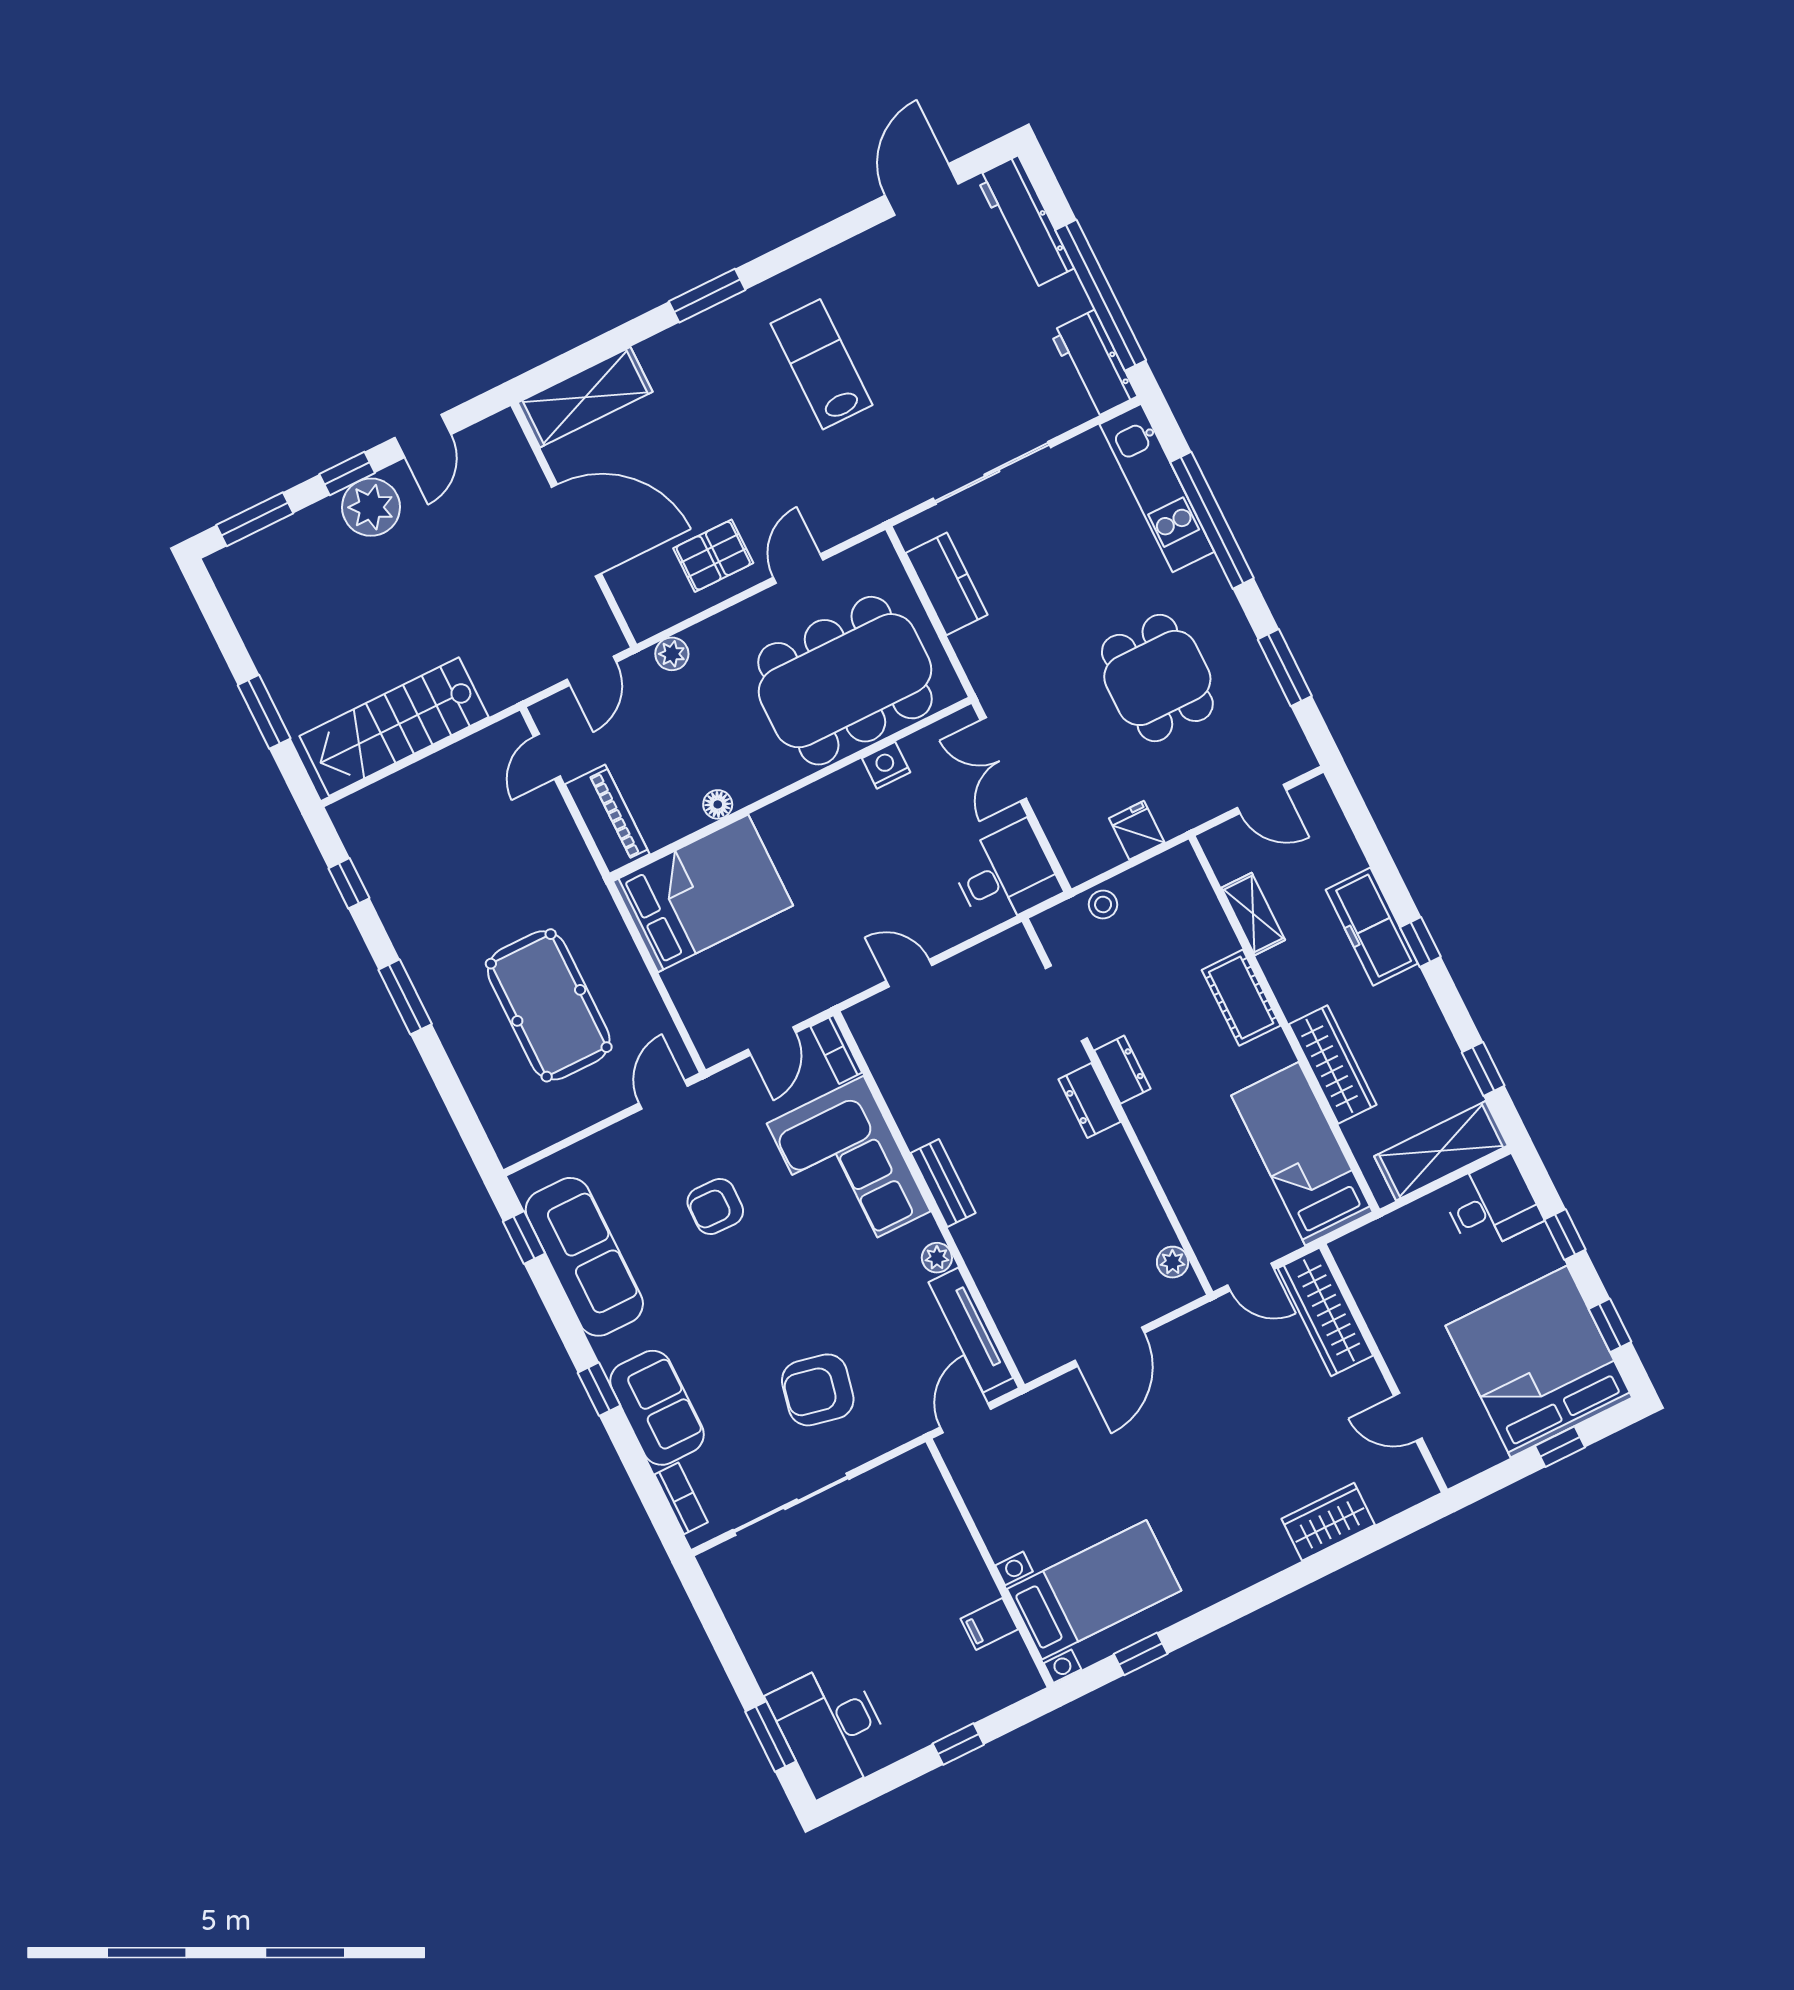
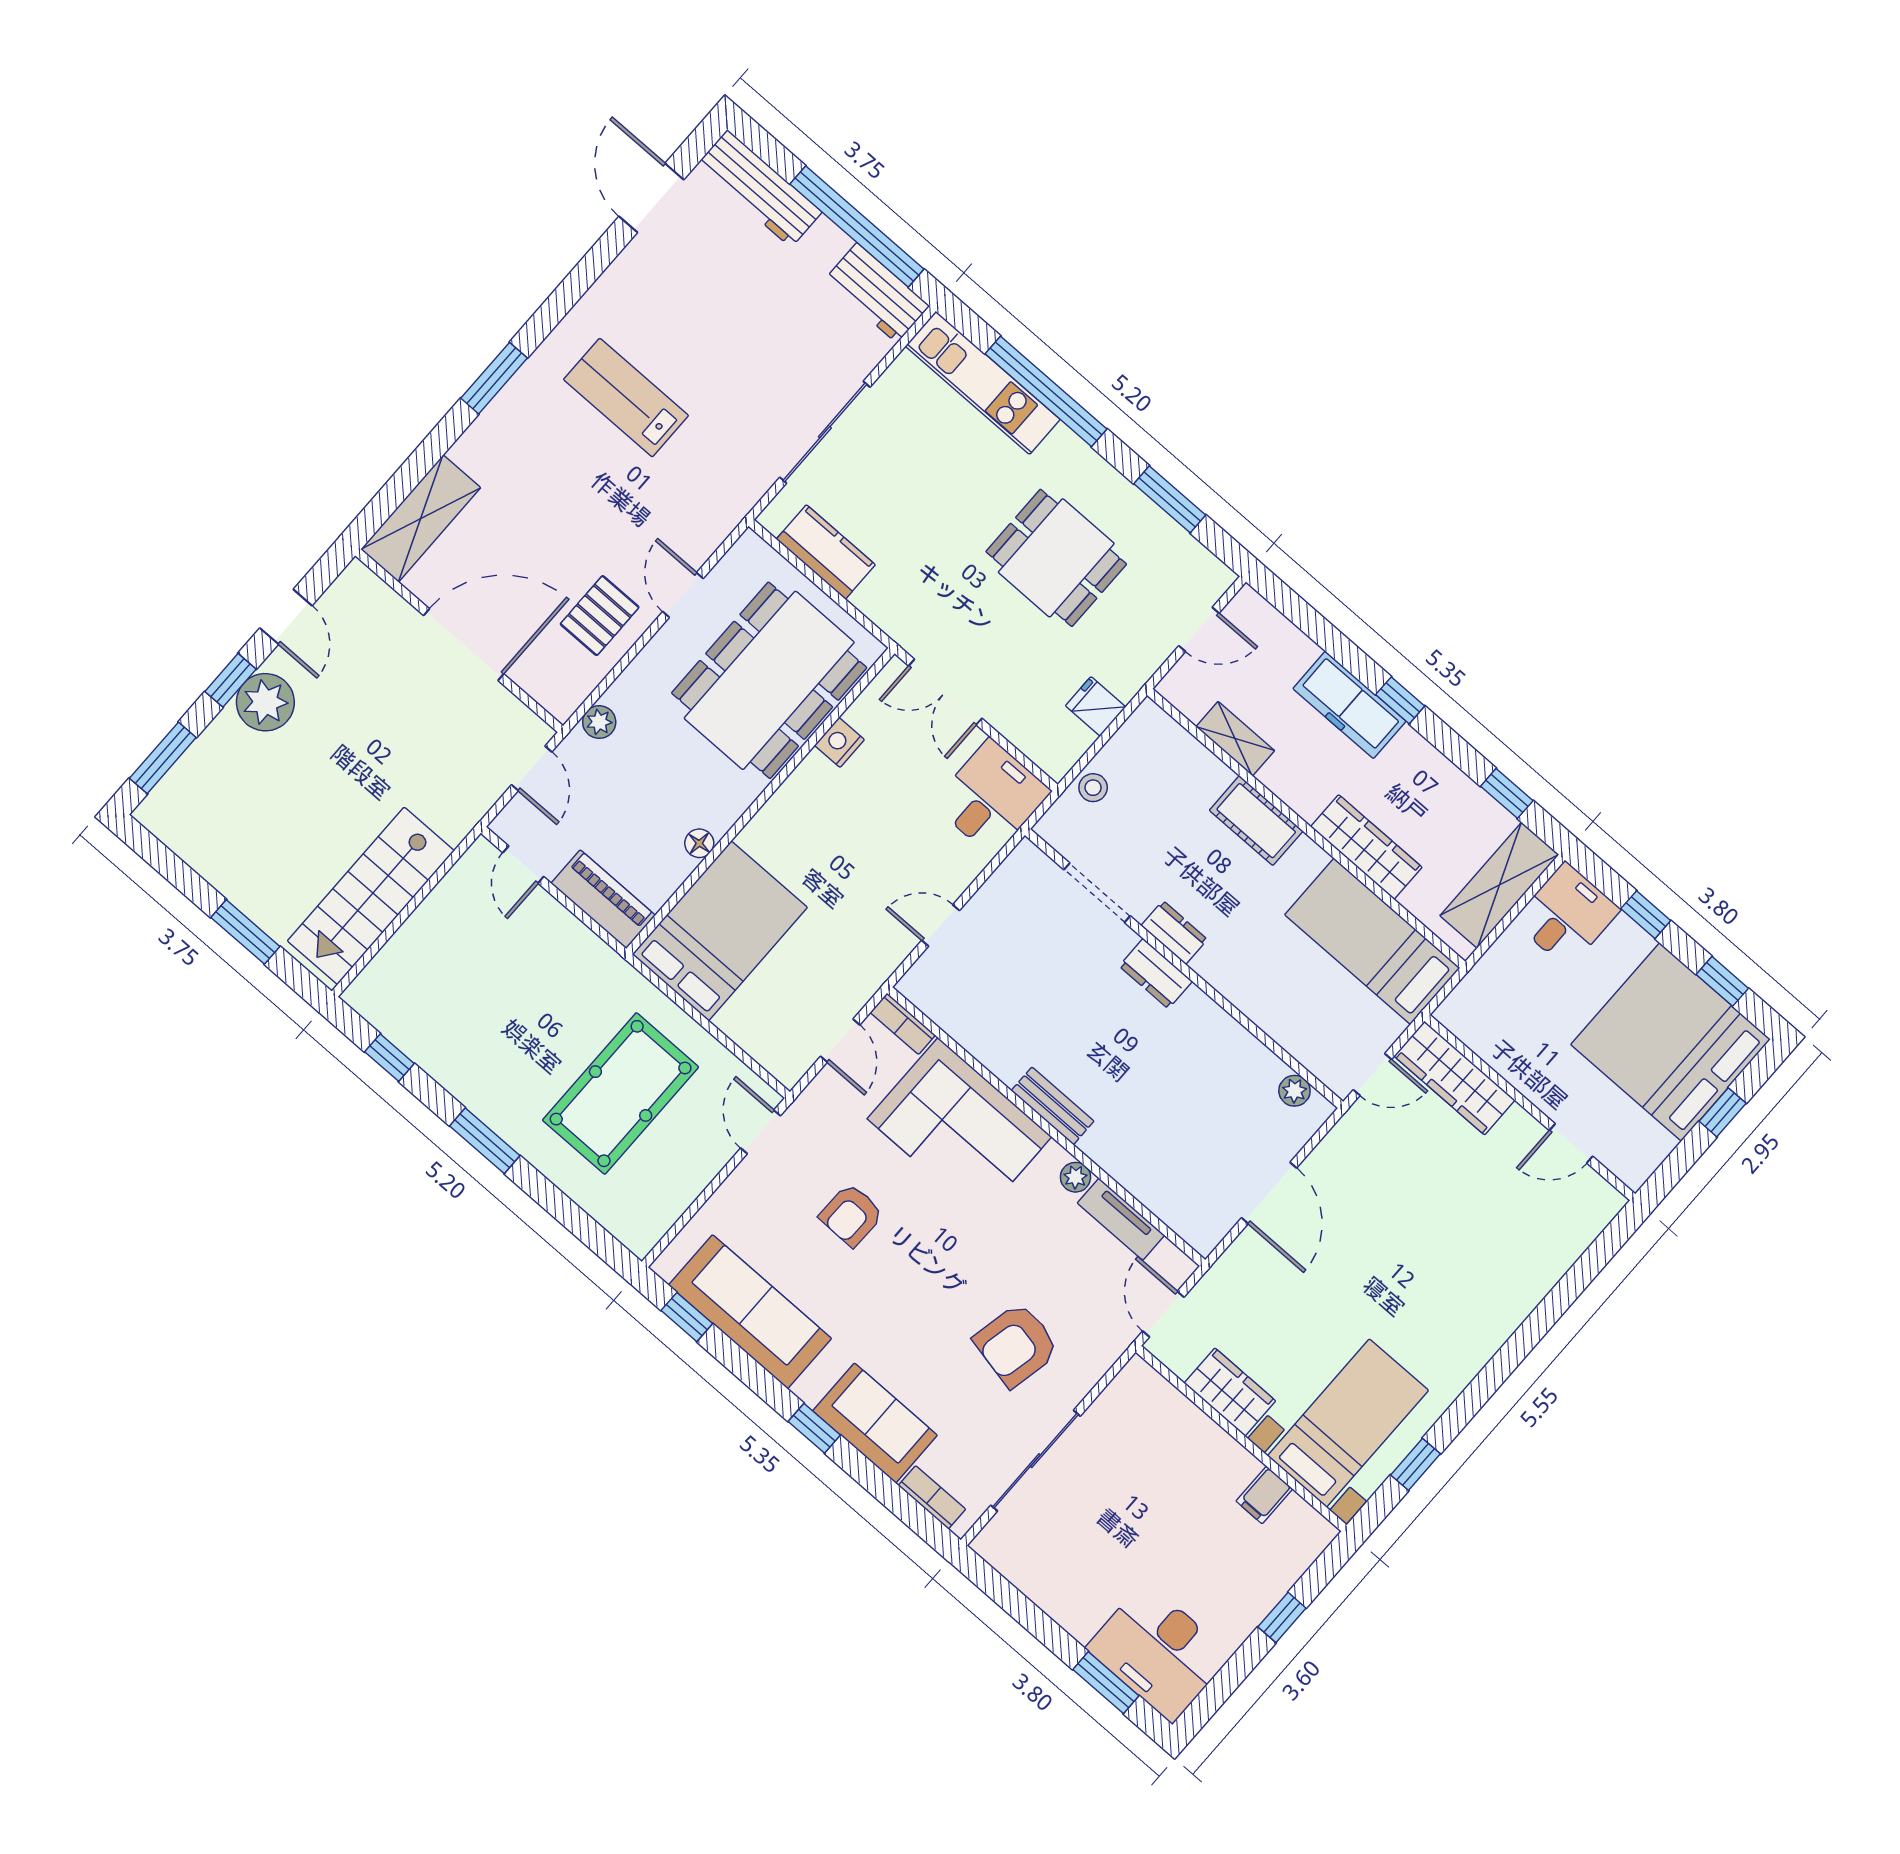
pool table: (549, 1005) -> (621, 1094), turned 90
tv unit: (971, 1330) -> (1121, 1219), width x0.71
wardrobe: (1328, 1522) -> (1230, 1392), moved, turned 90

